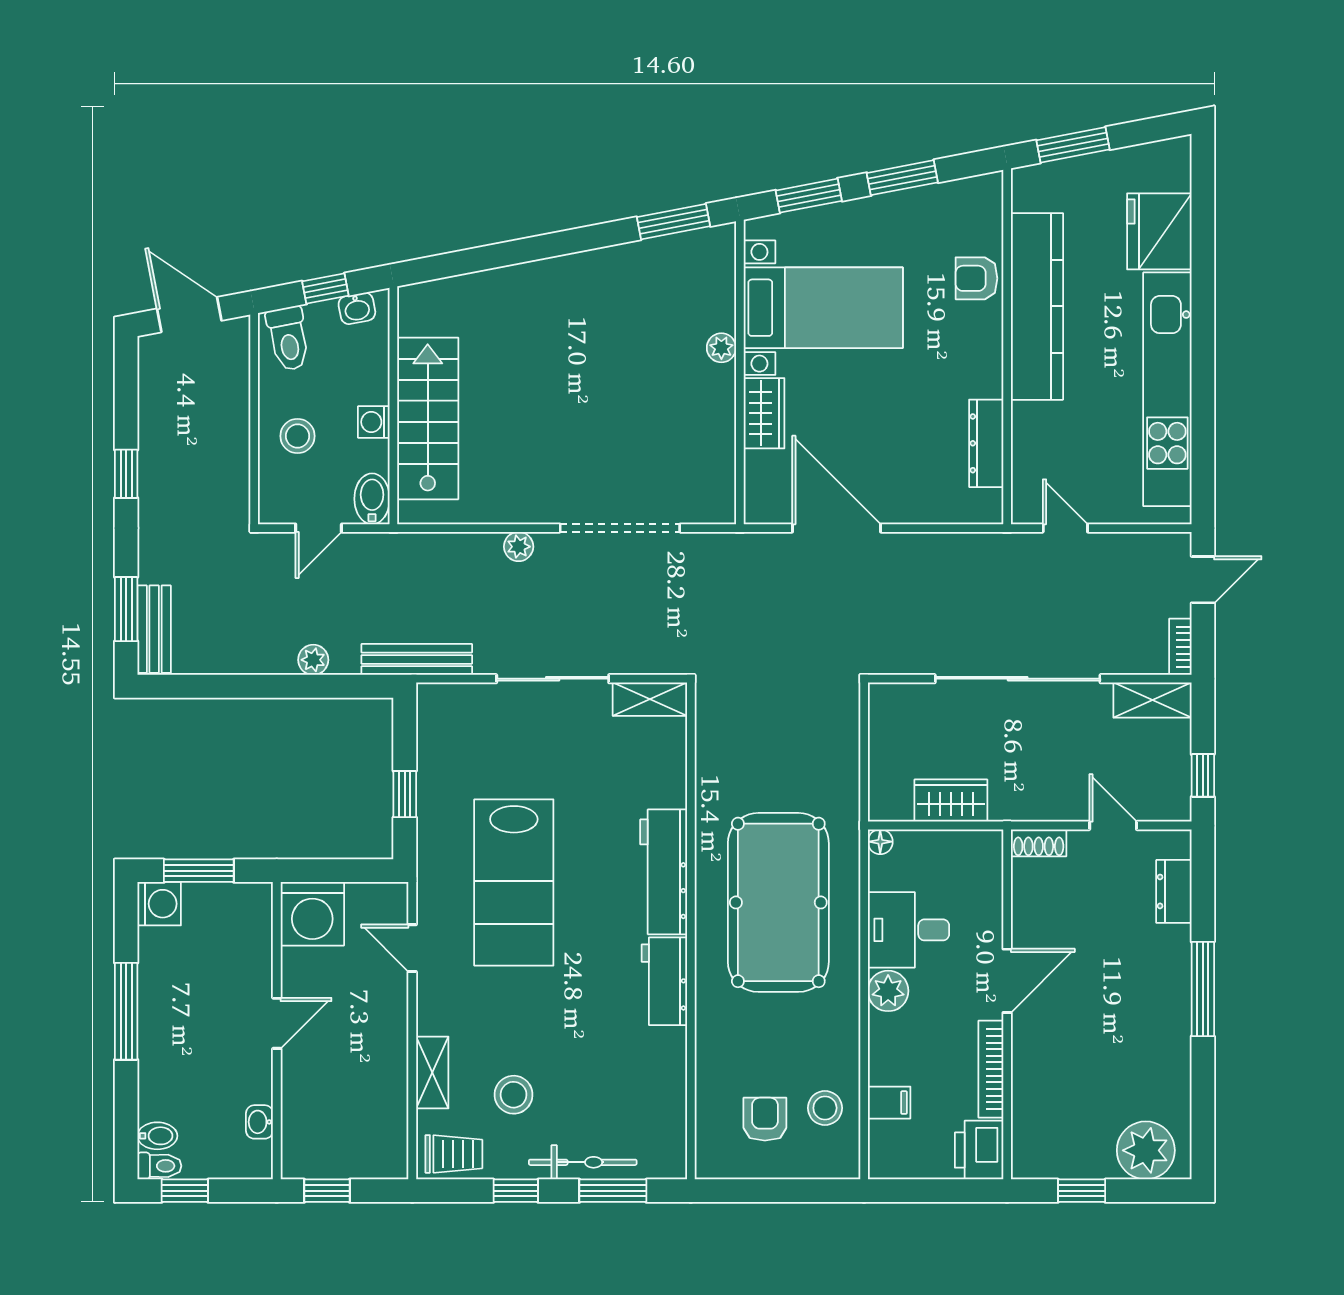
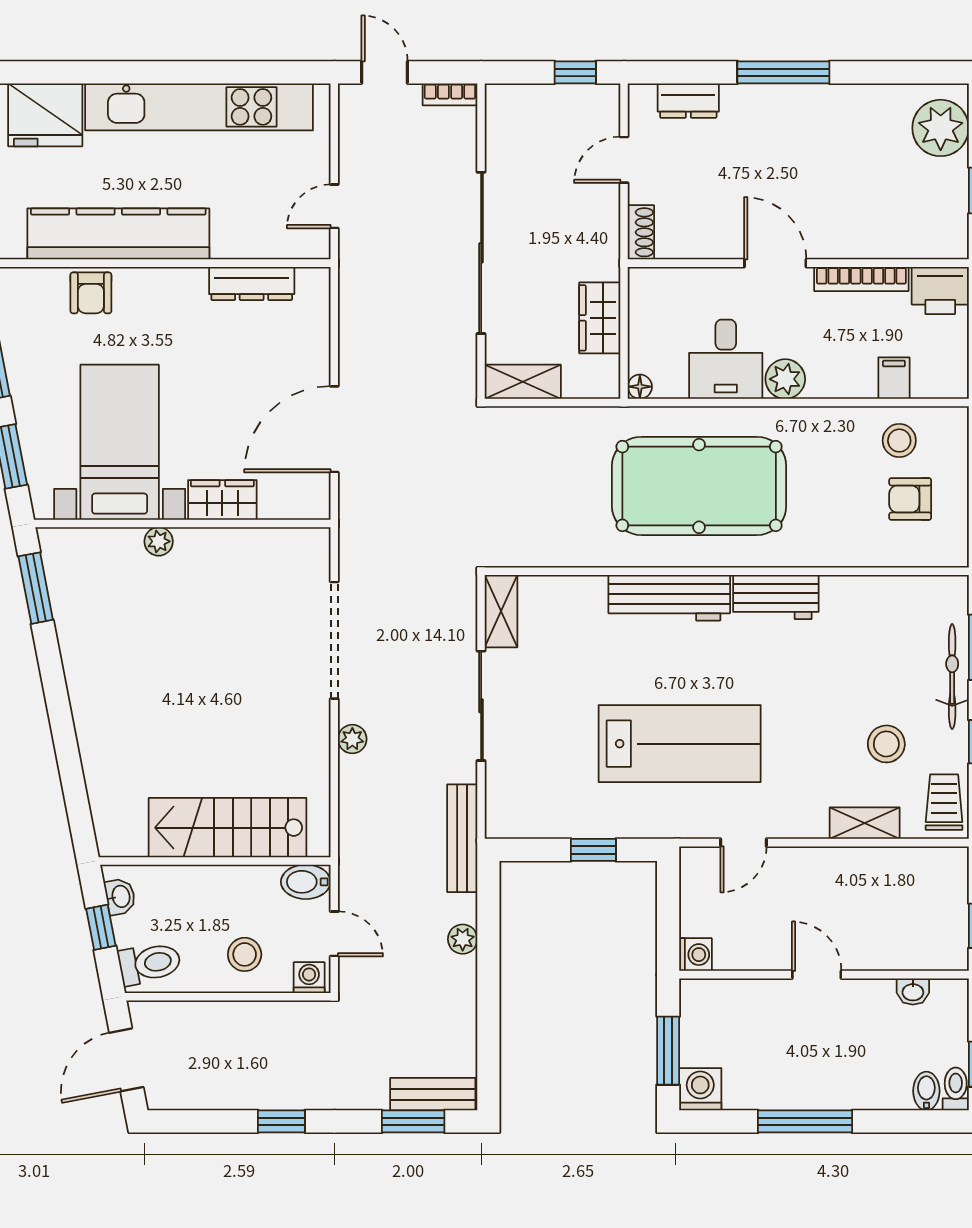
washing machine: (374, 422) -> (309, 978), moved, turned 180
shelving: (1152, 700) -> (523, 382), moved, turned 90
washing machine: (312, 914) -> (695, 955), width x0.53, depth x0.53

